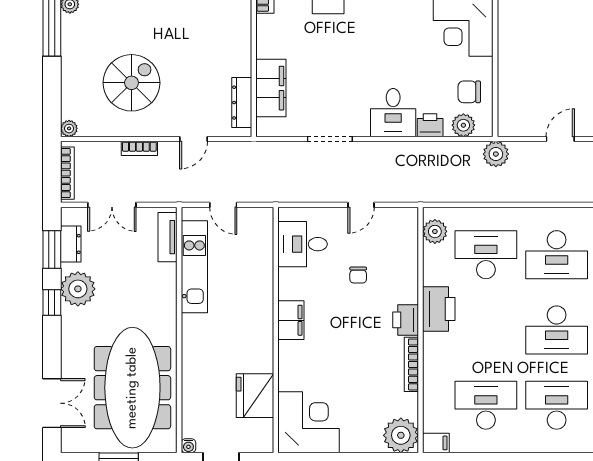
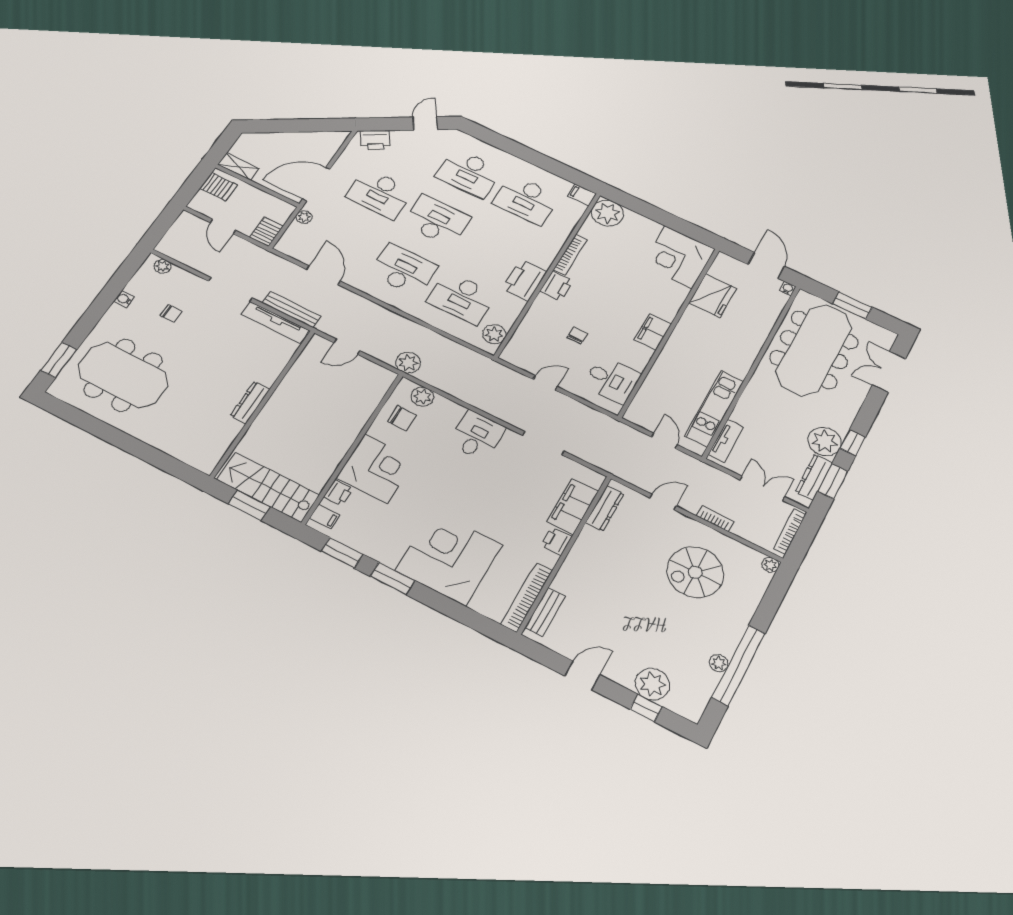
printer: (430, 125) -> (556, 541), moved, turned 90
dresser: (71, 244) -> (814, 477), width x1.44

